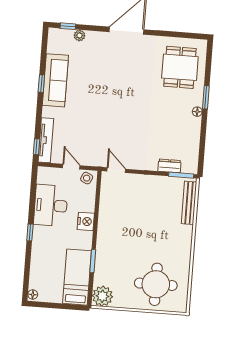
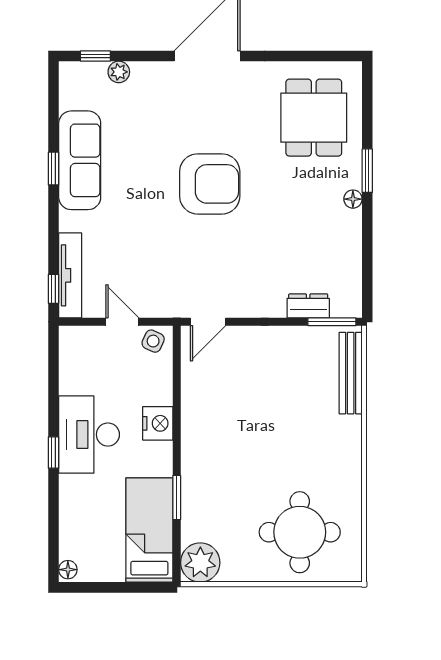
armchair: (123, 98) -> (210, 184), added
door: (116, 170) -> (208, 322), swing flipped
desk: (51, 205) -> (89, 435), moved

